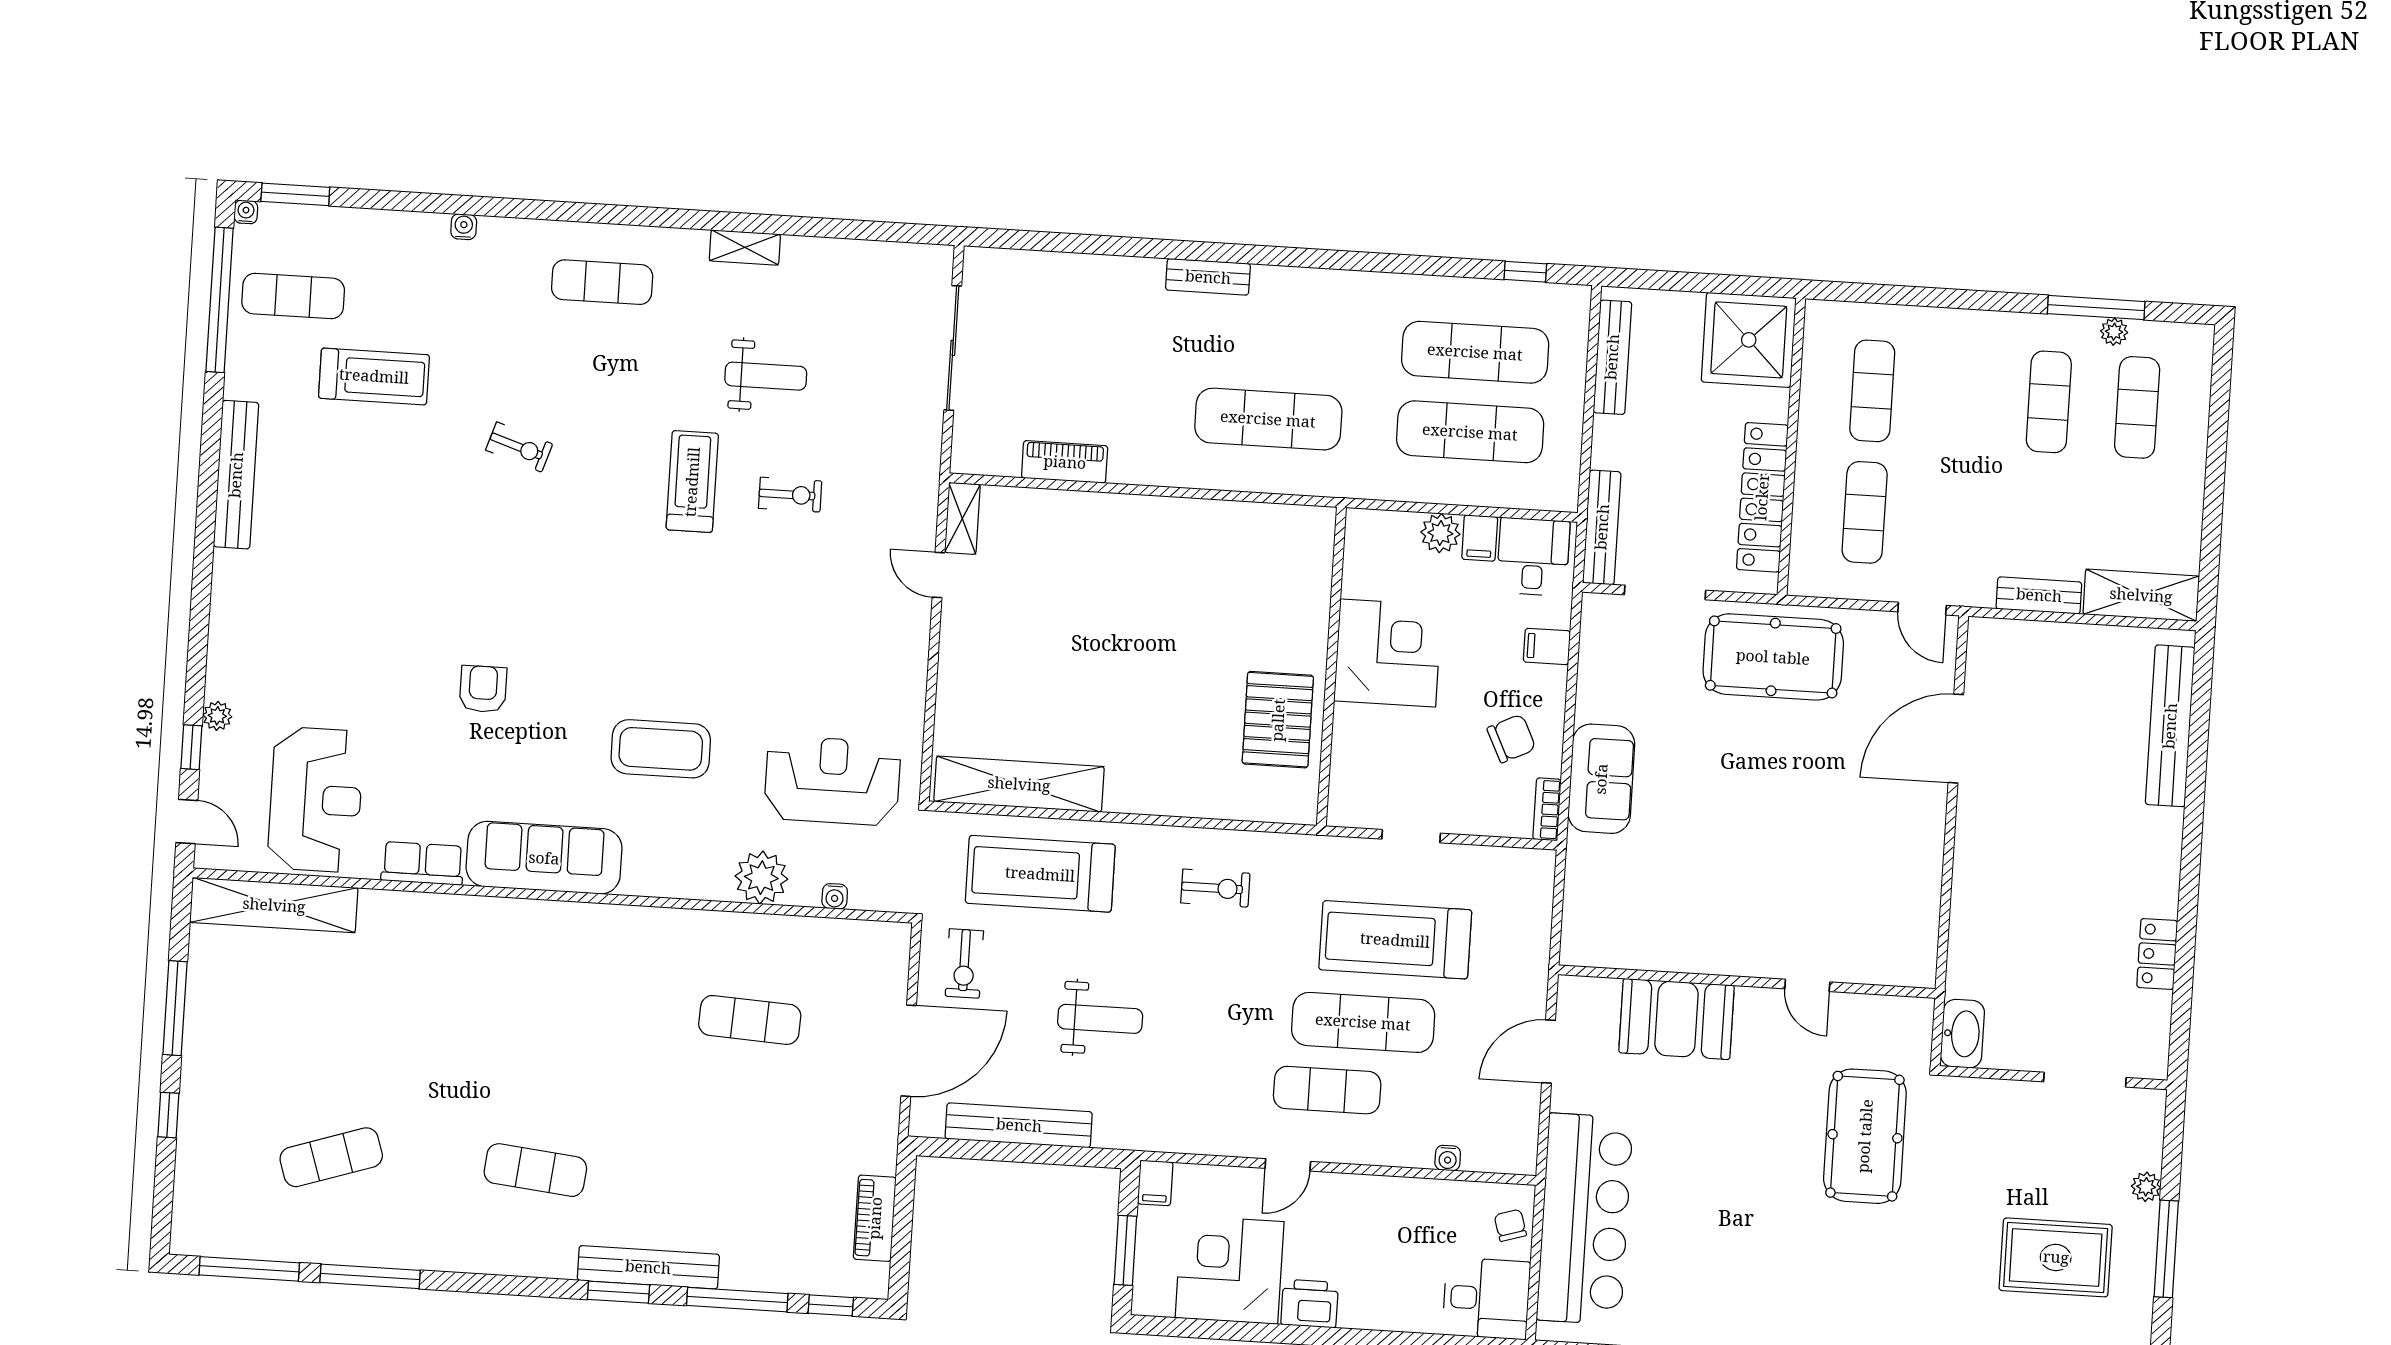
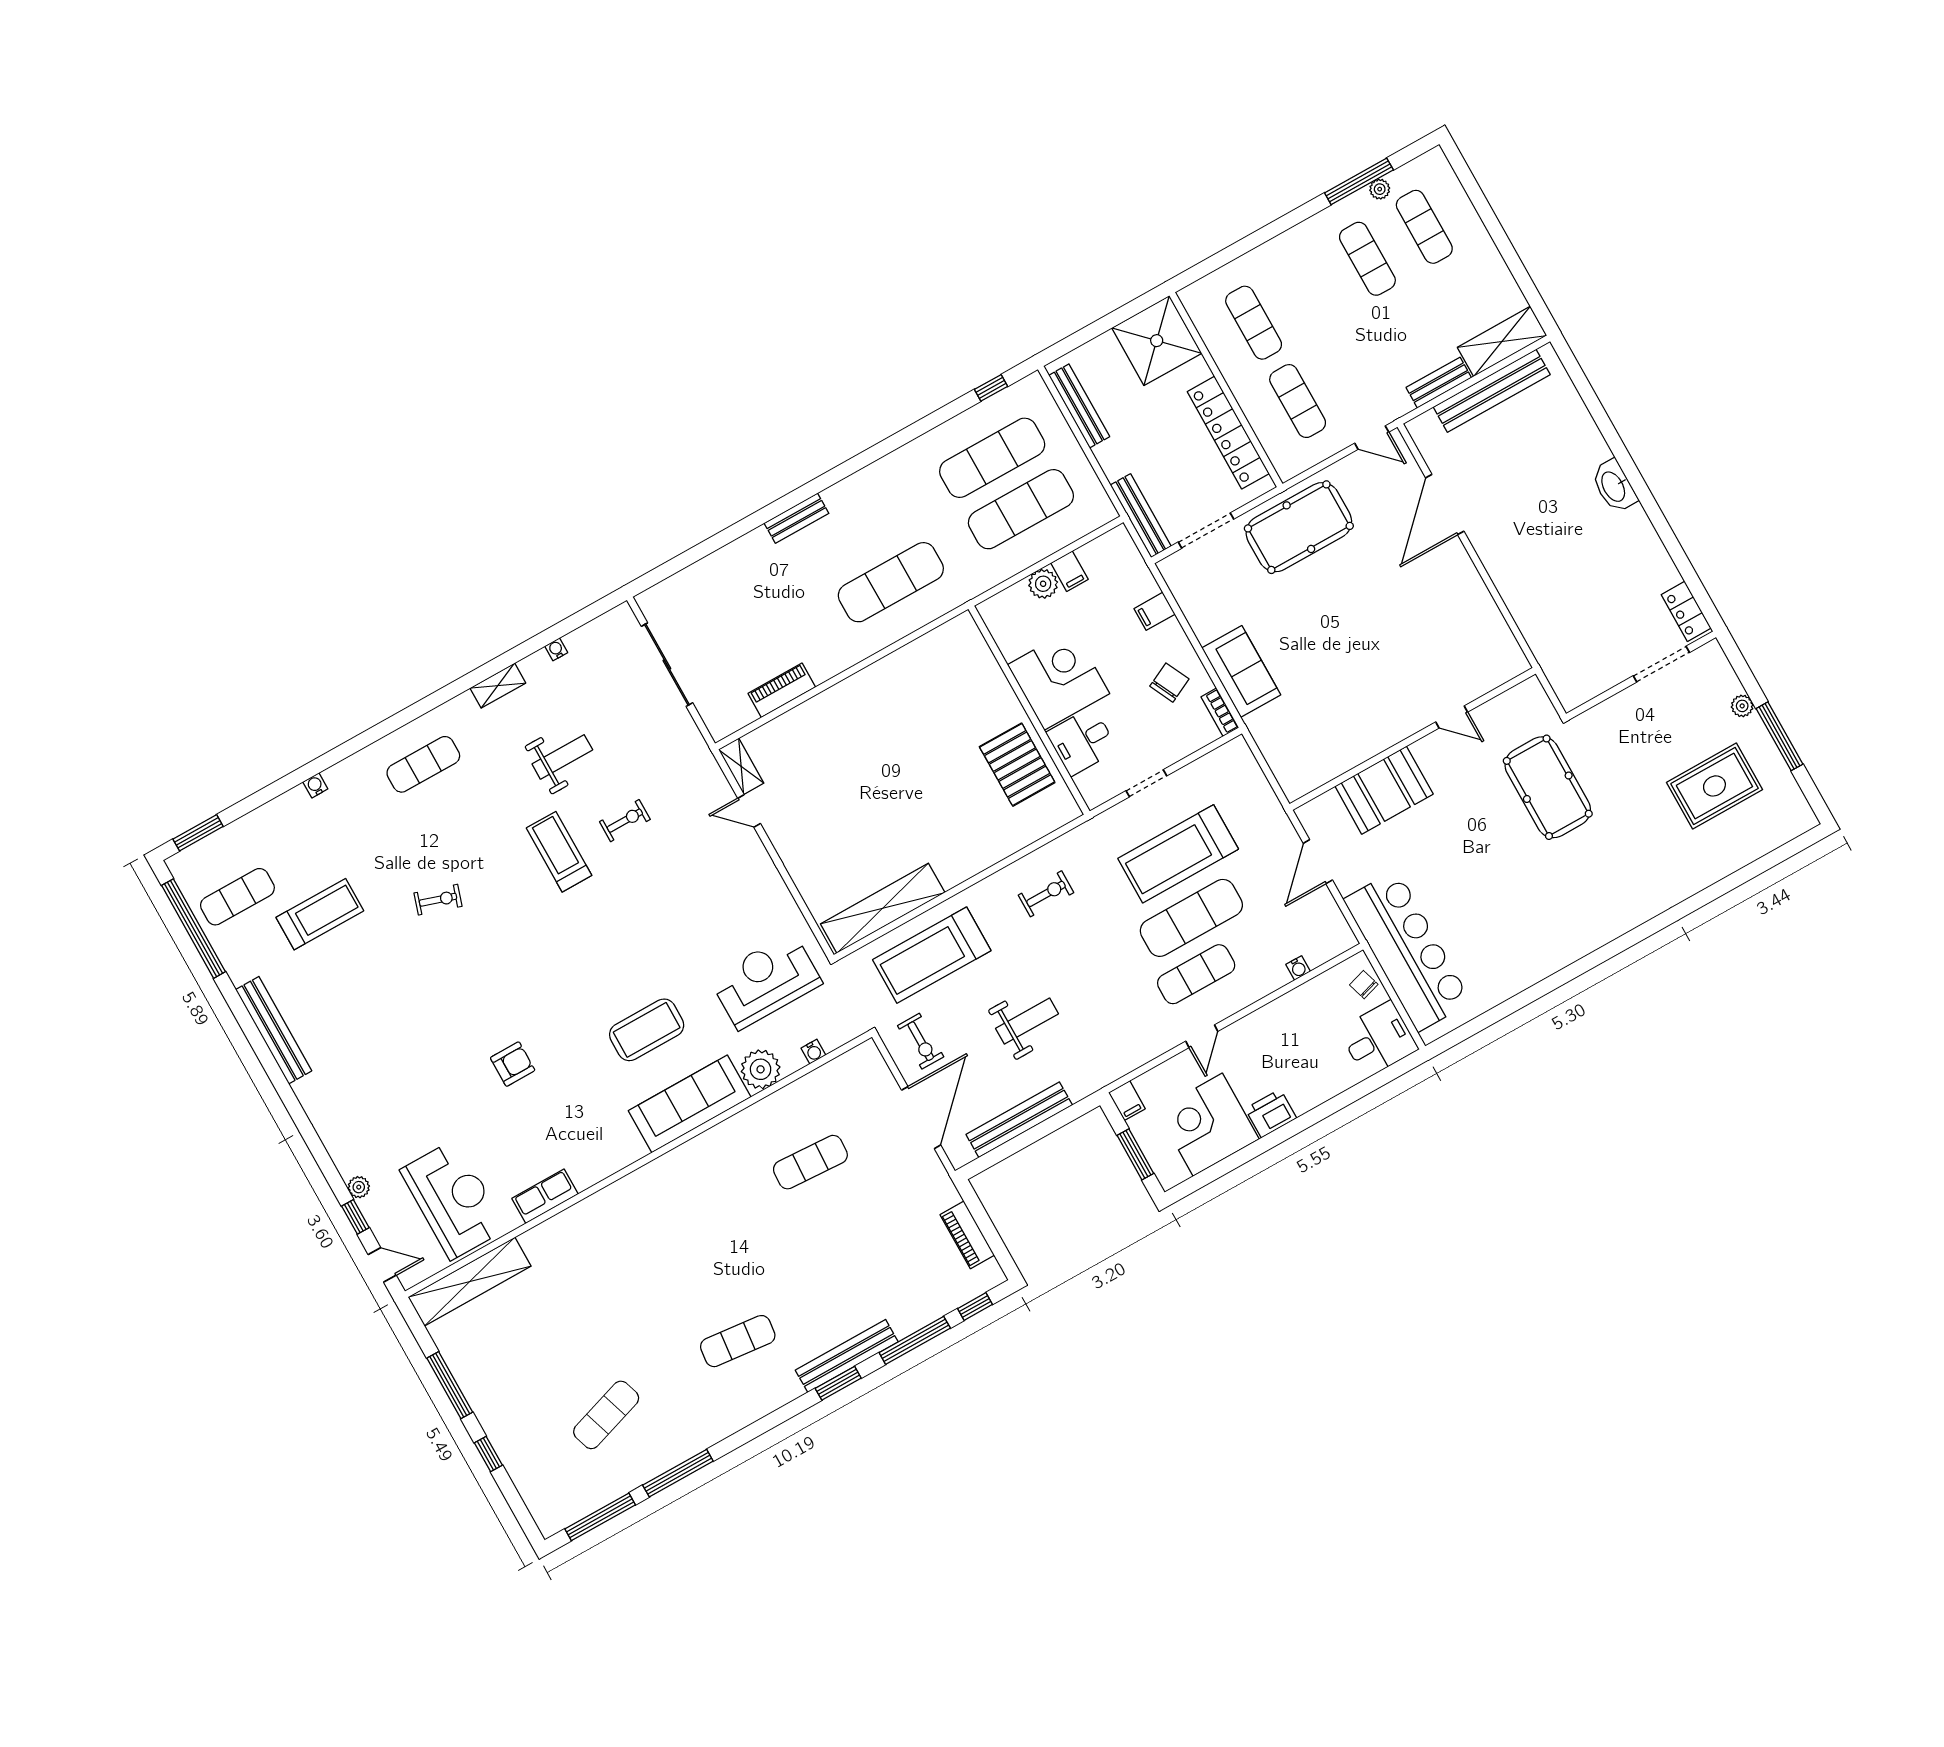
water cooler: (246, 212) -> (556, 649), moved
desk: (1533, 557) -> (1082, 741), moved, turned -90
armchair: (483, 689) -> (513, 1064), turned 90
bench: (2170, 726) -> (1492, 391), moved, turned 90
sofa: (544, 858) -> (690, 1104), moved
locker: (2157, 954) -> (1686, 611), moved
washbasin: (1962, 1034) -> (1614, 486), moved, turned 180

